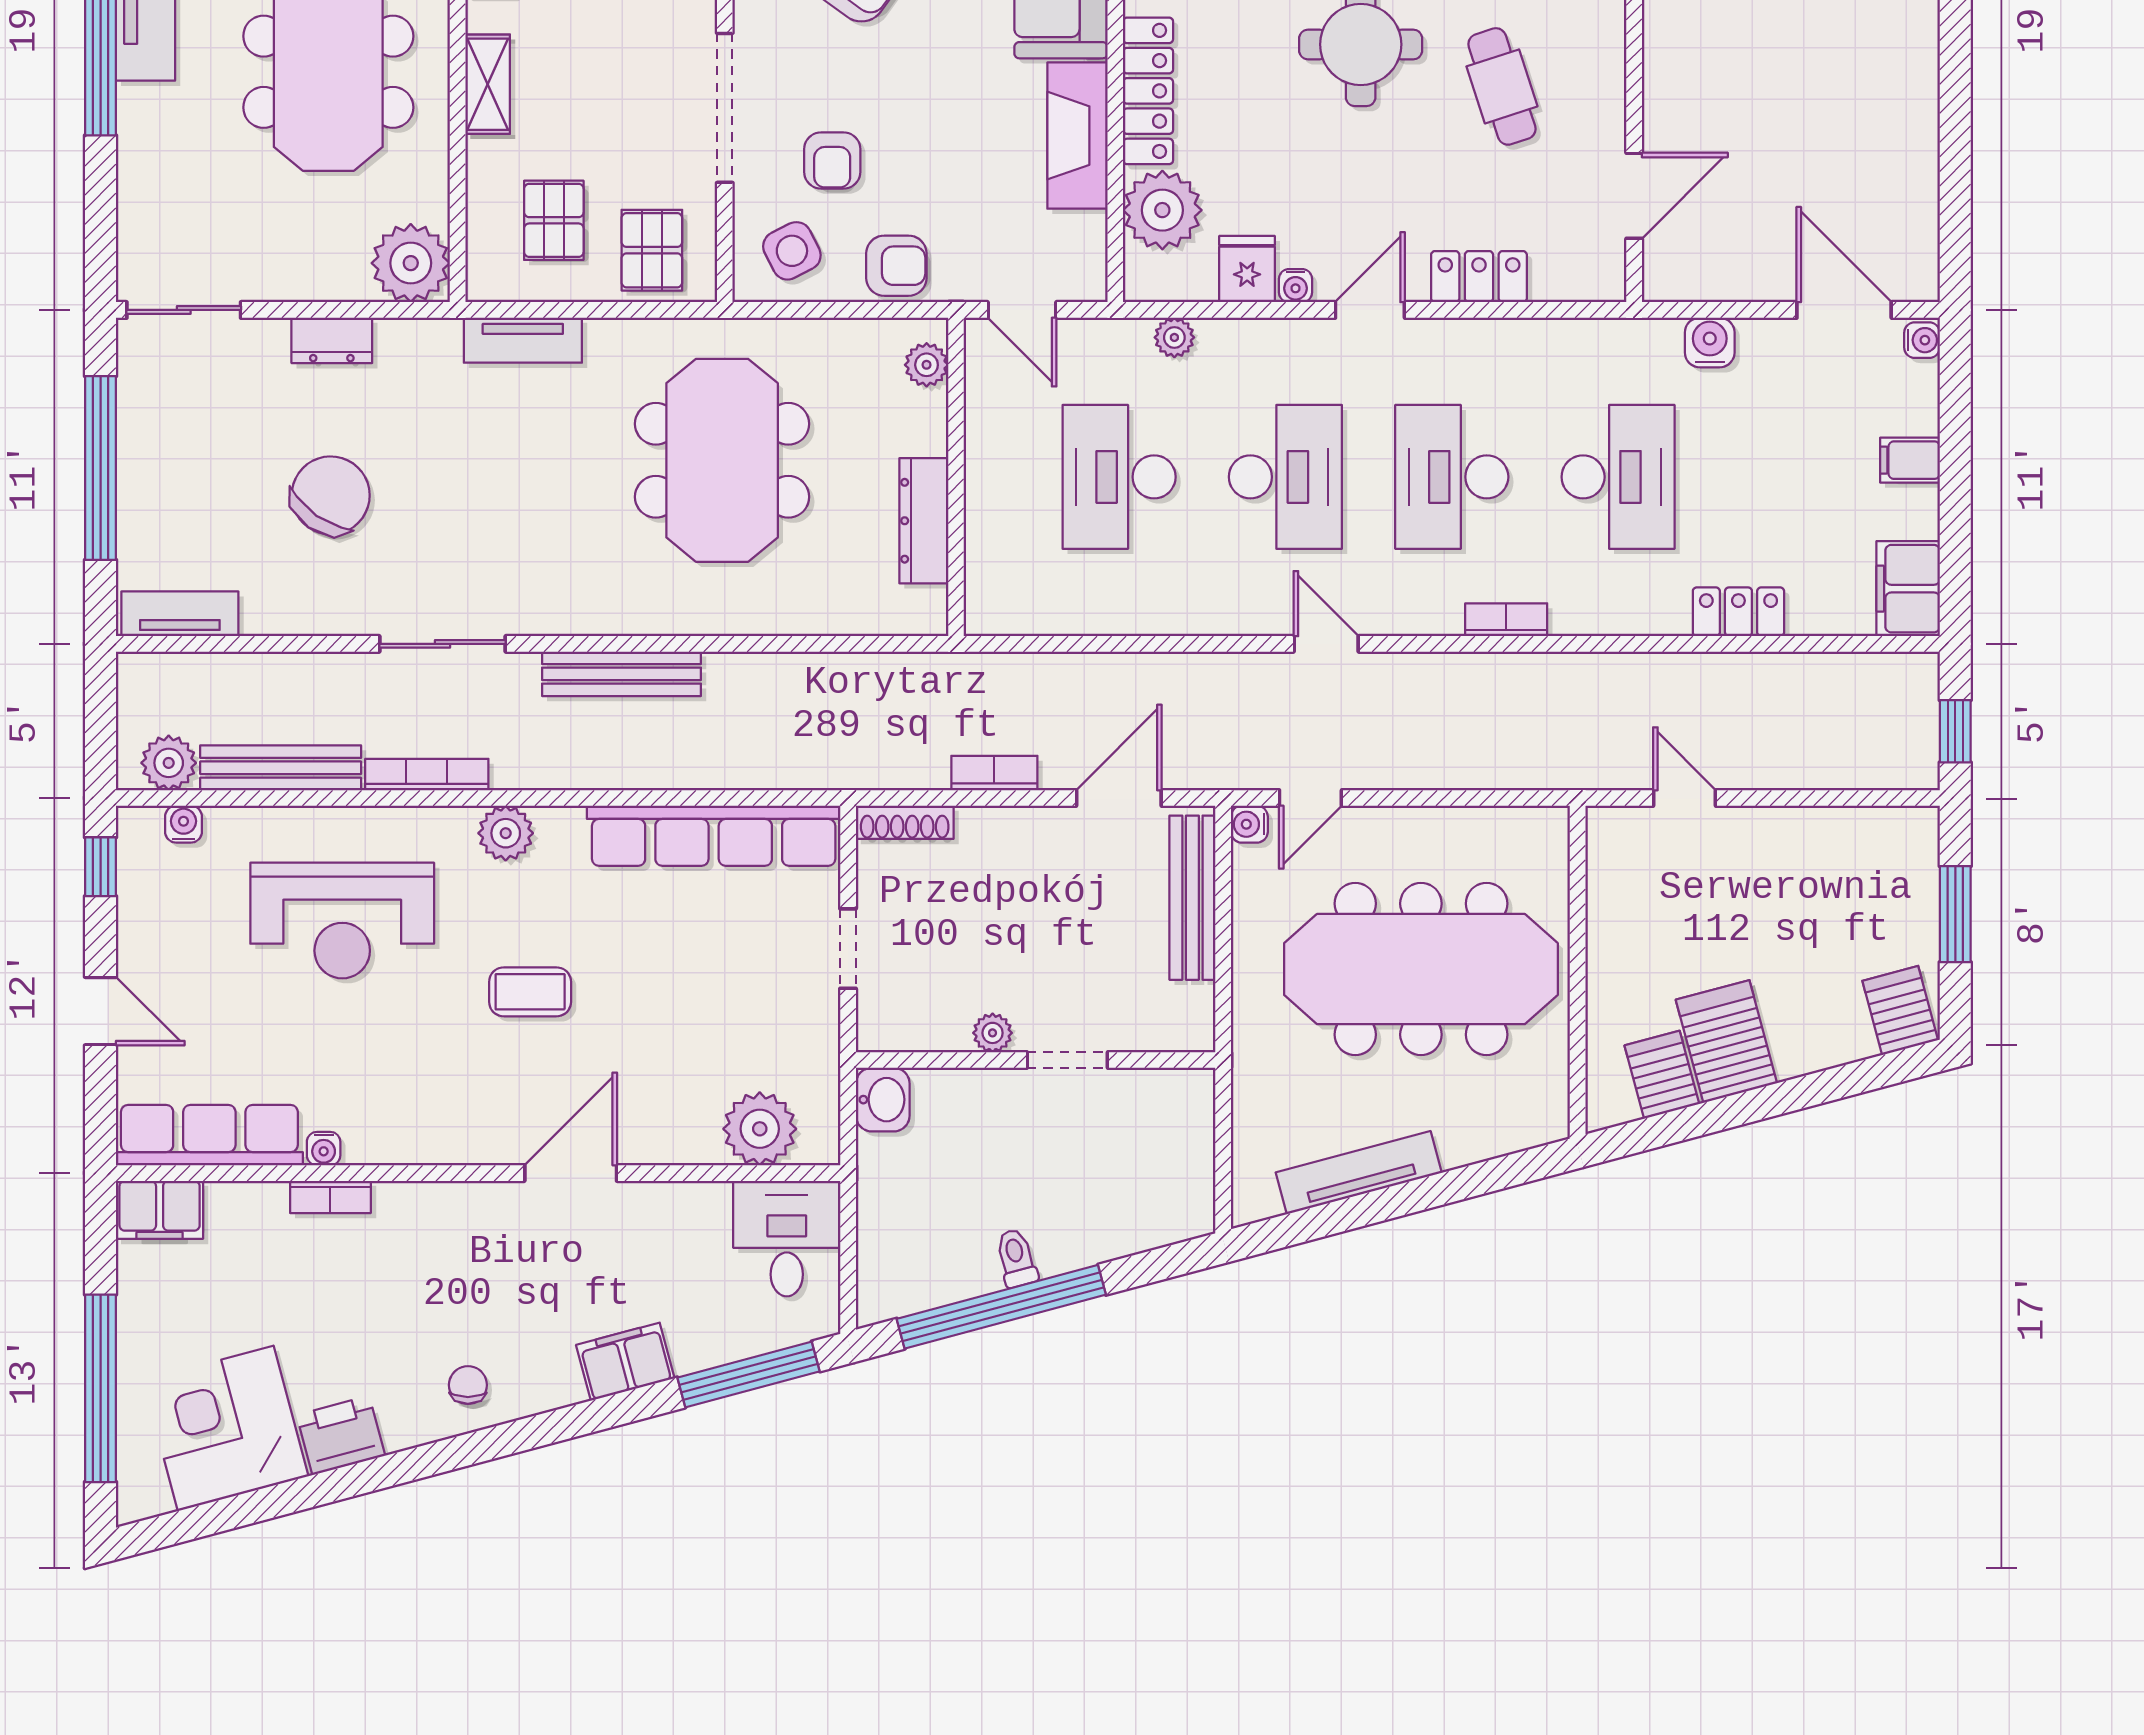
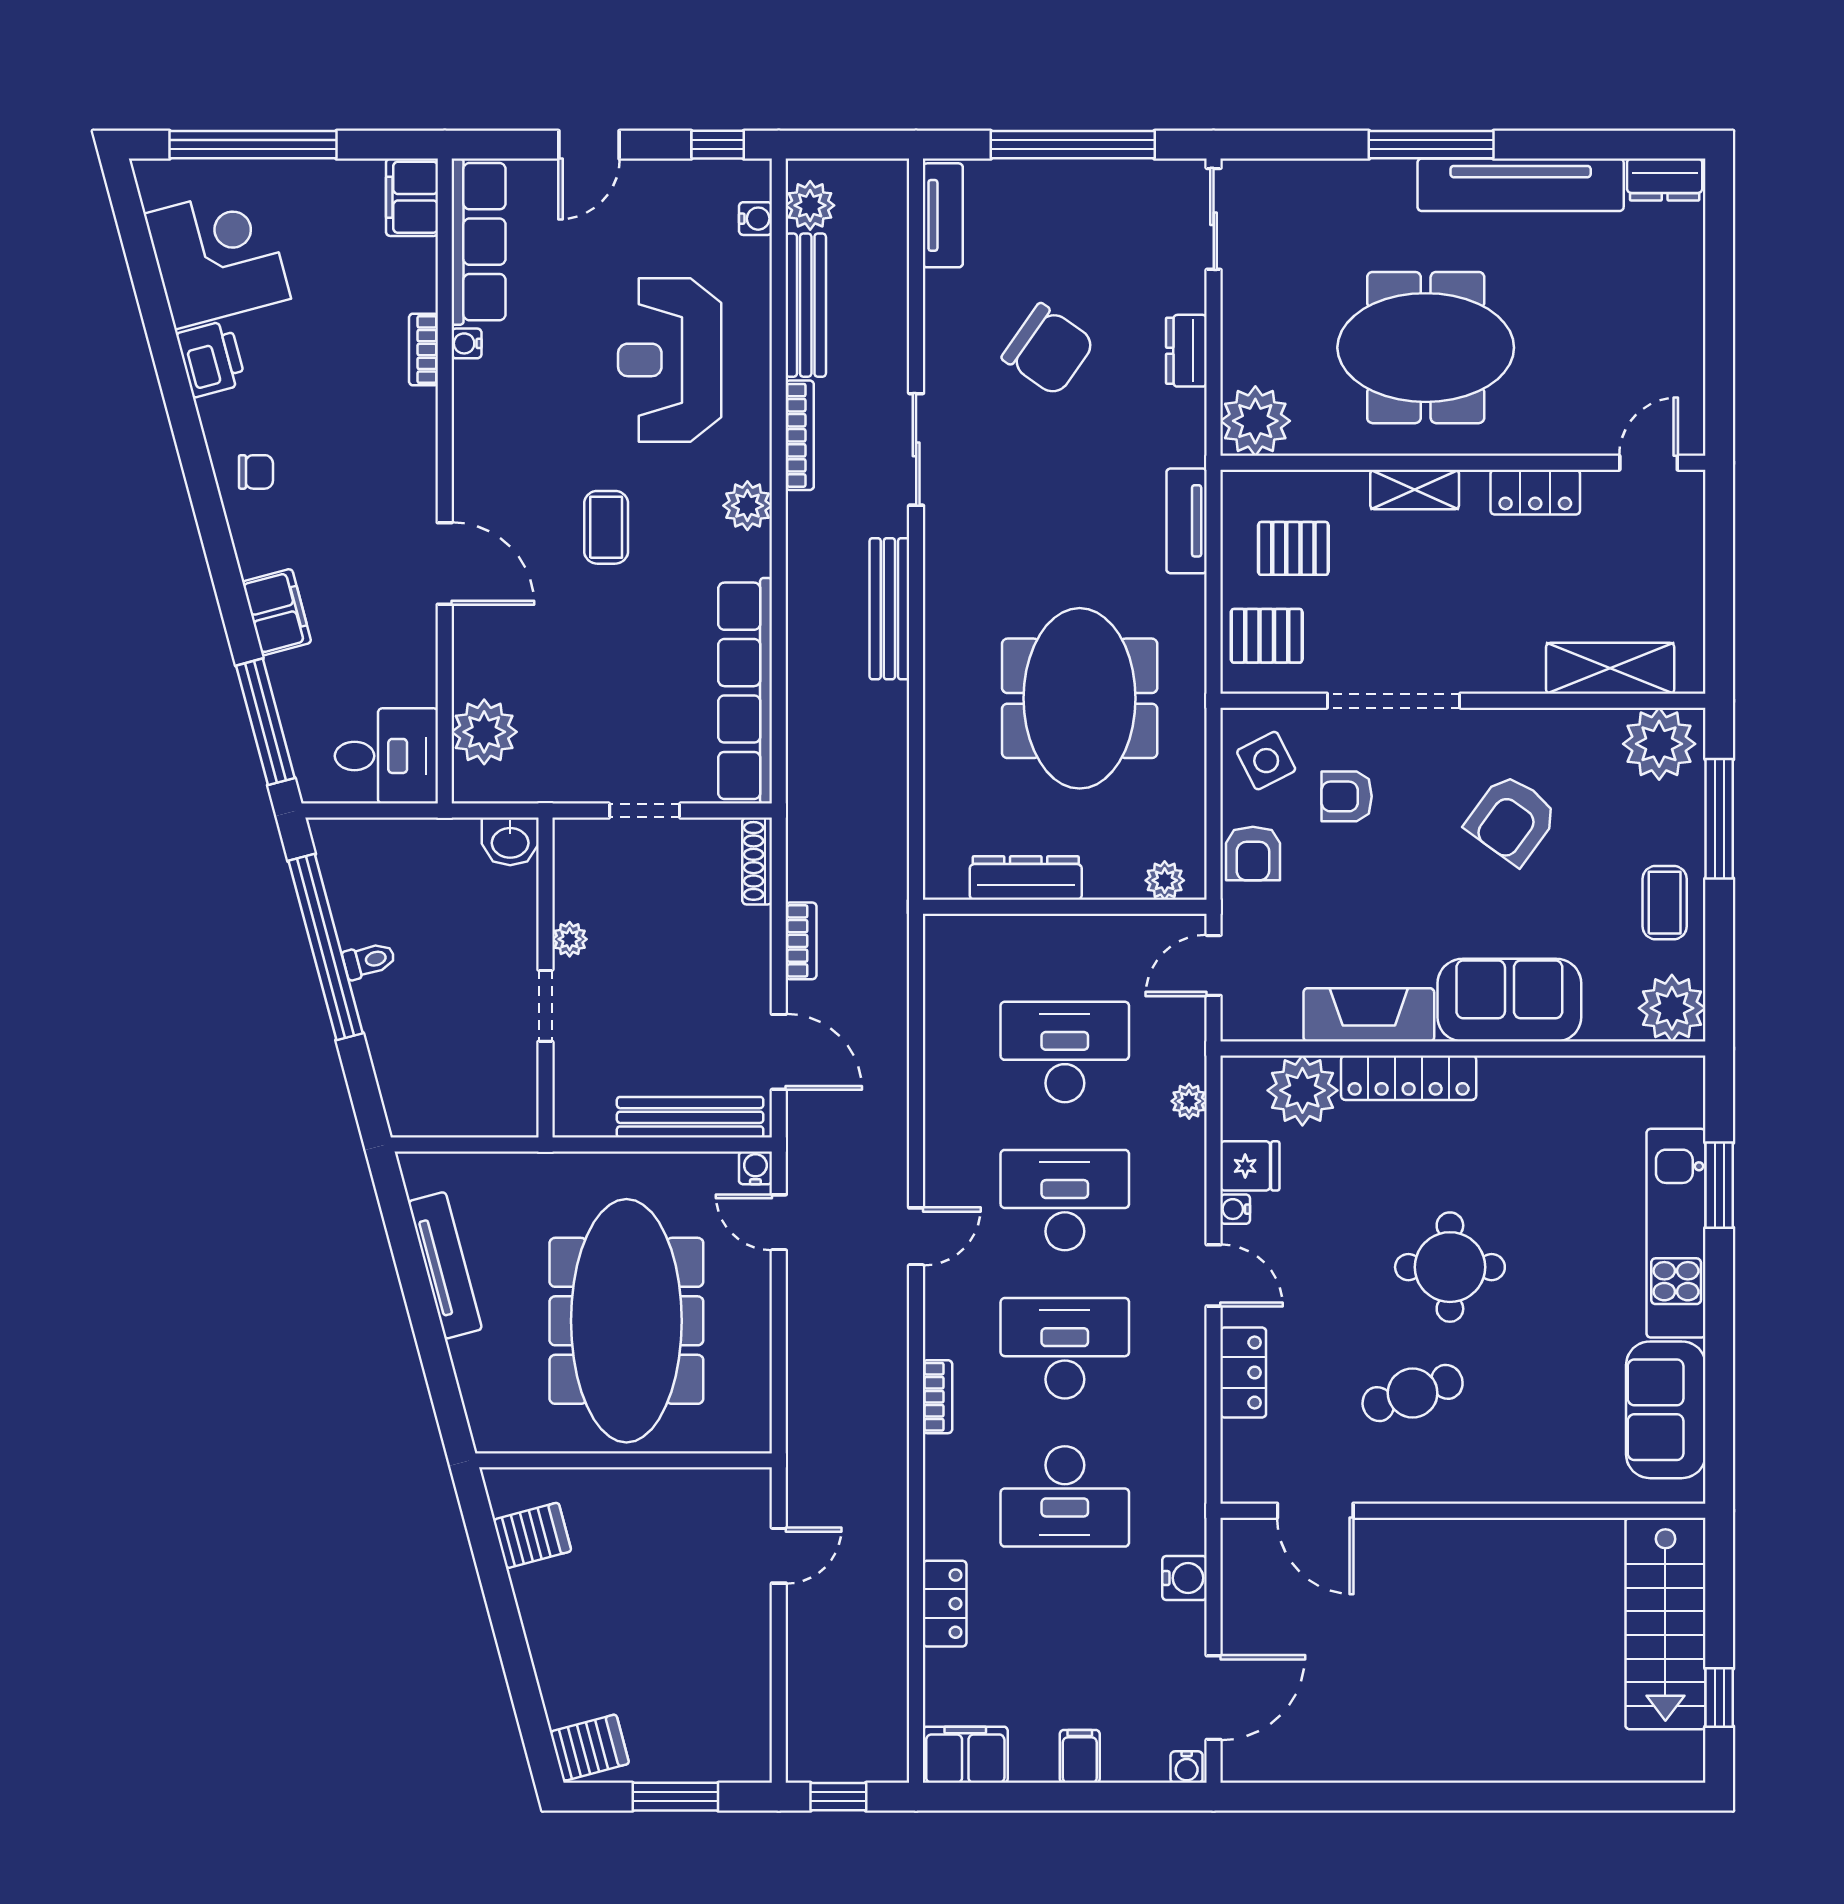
meeting table: (722, 460) -> (1080, 698), turned 90
desk: (1285, 477) -> (1065, 1200), turned 180
server rack: (1726, 1041) -> (562, 1593), removed

